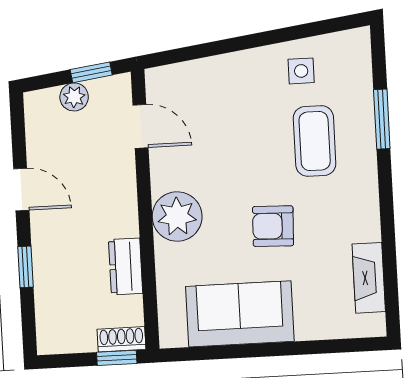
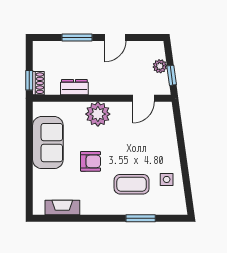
armchair: (273, 226) -> (91, 161), turned 88
window: (26, 267) -> (77, 38), width x1.50

